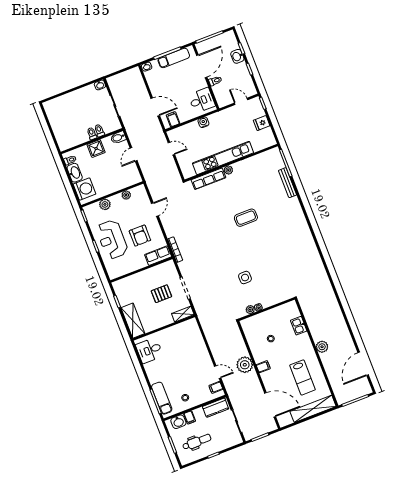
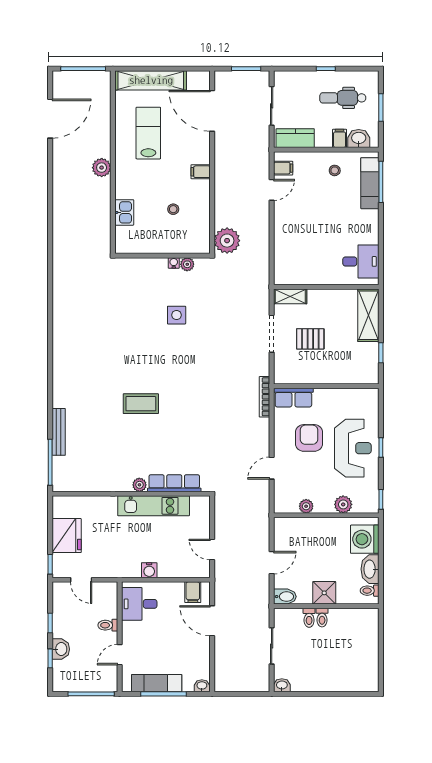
door: (202, 66) -> (120, 655), width x0.53
fridge: (262, 123) -> (67, 536), width x1.88, depth x1.34
kitchen unit: (223, 158) -> (154, 506), width x0.73
plant: (245, 365) -> (227, 241), moved
door: (218, 372) -> (272, 190), swing flipped

